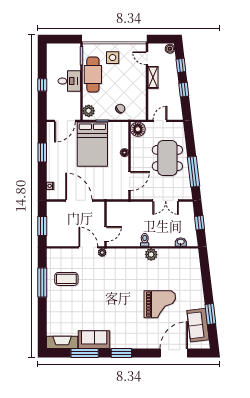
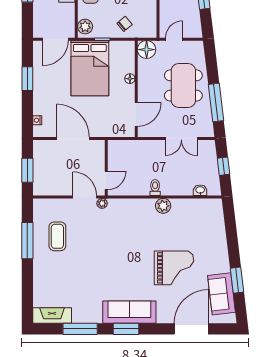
coffee table: (66, 279) -> (57, 236), turned 90
sofa: (94, 340) -> (129, 312), moved, width x1.36

